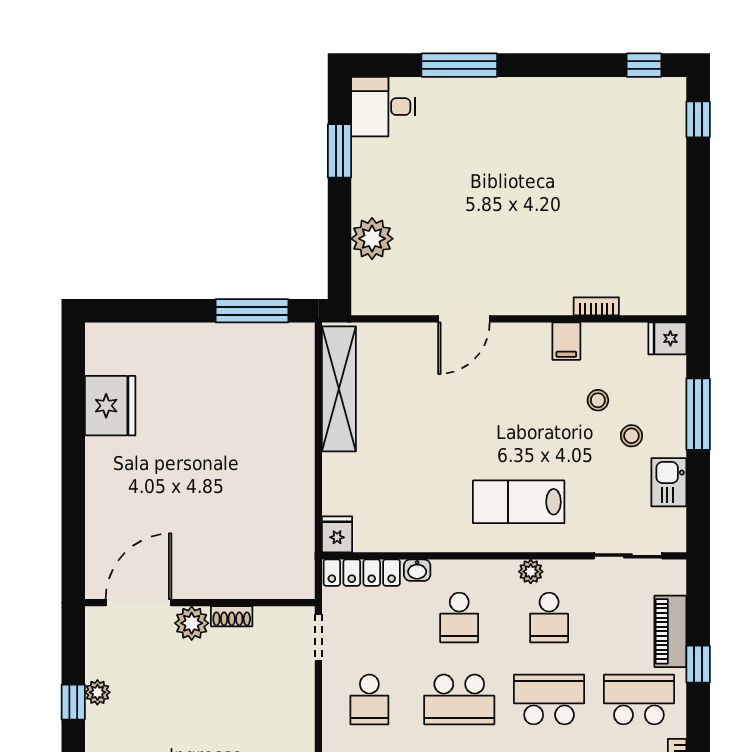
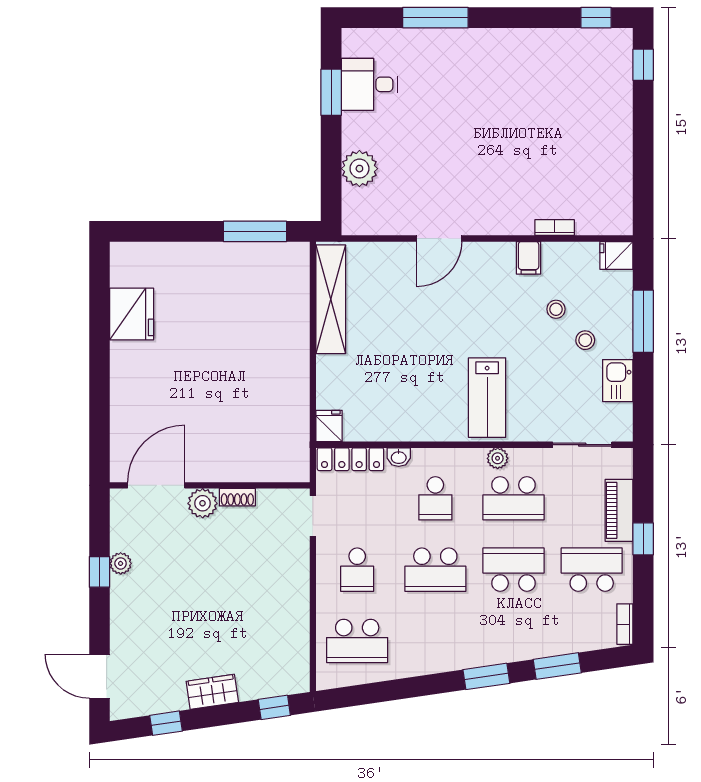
desk: (383, 107) -> (369, 84), moved
lab bench: (519, 502) -> (487, 398), turned -90
school desk: (549, 618) -> (514, 498), width x1.85

